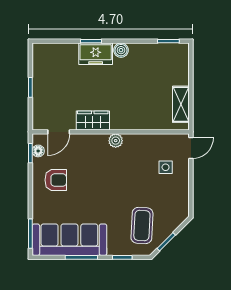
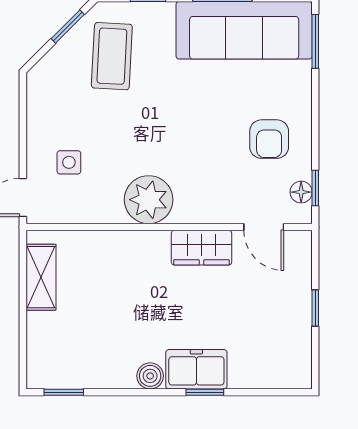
door: (59, 132) -> (264, 227), swing flipped
plant: (116, 141) -> (149, 200), width x1.88, depth x1.88
armchair: (56, 180) -> (269, 139), turned -90

